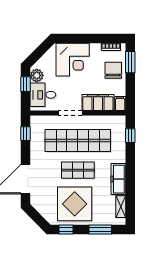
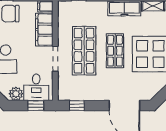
window: (25, 84) -> (36, 106), moved
shop shelf: (78, 141) -> (84, 51), width x0.71

